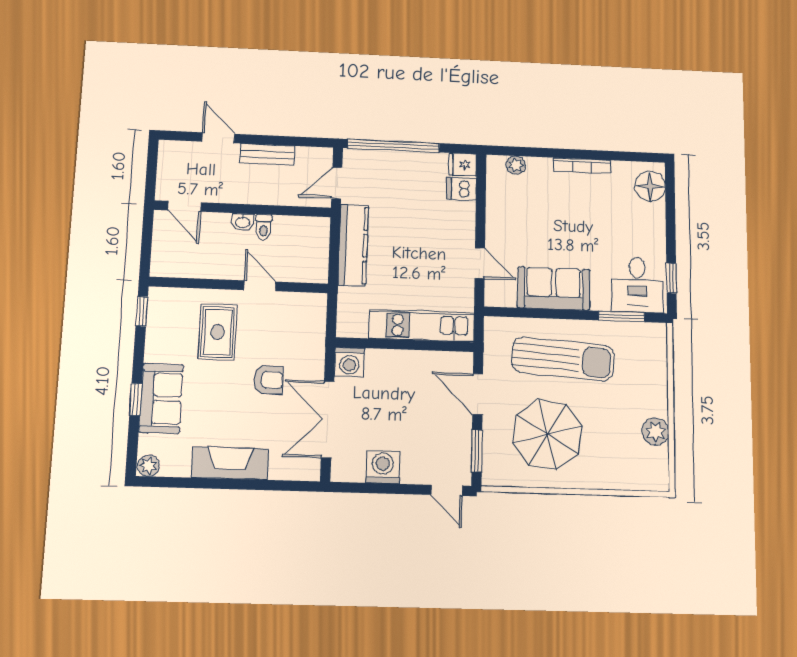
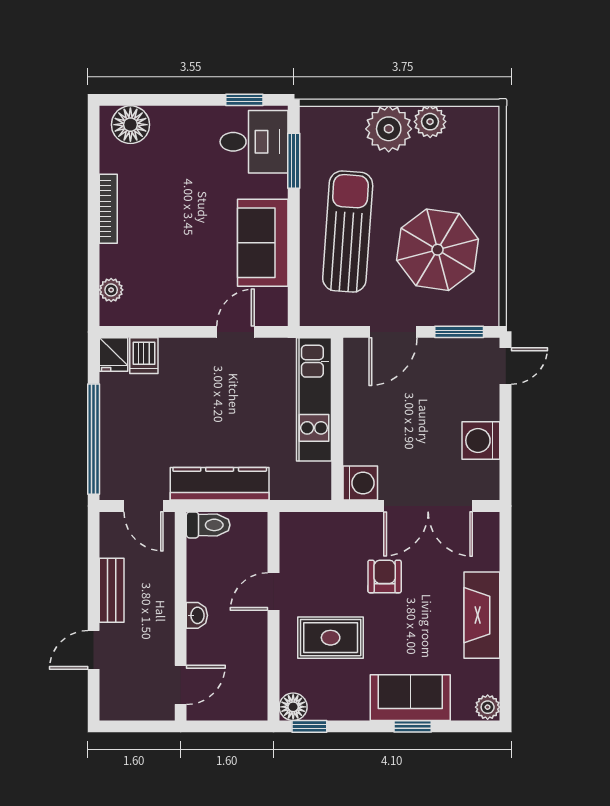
toilet: (264, 227) -> (208, 525), moved, width x1.37, depth x1.39
floor lamp: (160, 298) -> (293, 707), added
plant: (649, 396) -> (389, 129), added

